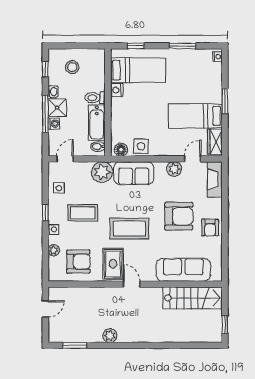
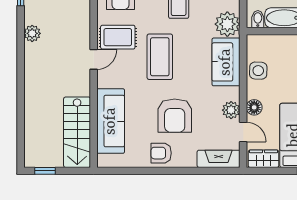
floor lamp: (121, 150) -> (254, 107), moved

